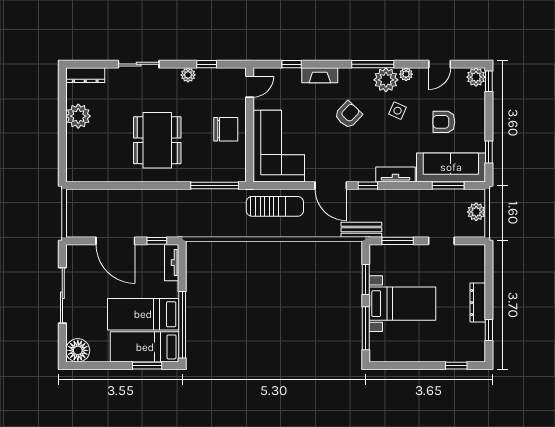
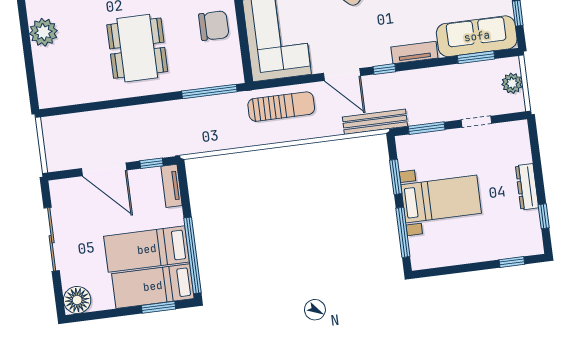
bench: (361, 230) -> (375, 122), width x1.36

